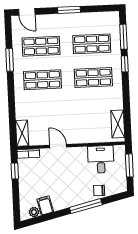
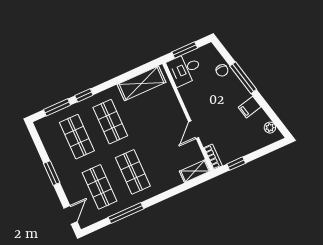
window: (10, 60) -> (126, 213), width x1.44
shelving: (118, 124) -> (142, 83), width x1.50, depth x1.33
desk: (101, 159) -> (185, 69), moved
filing cabinet: (45, 205) -> (250, 107), moved

